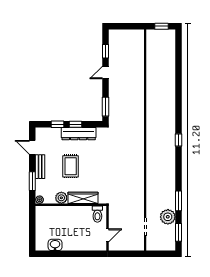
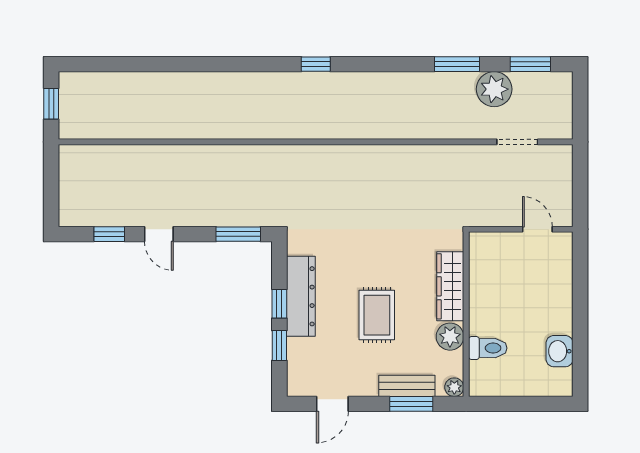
rug: (71, 166) -> (377, 315), turned 90
bench: (40, 167) -> (407, 386), moved
toilet: (97, 214) -> (488, 348), moved

